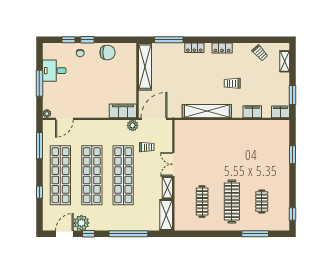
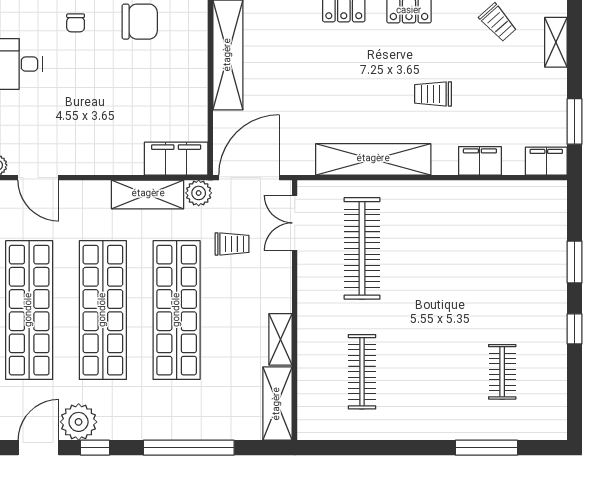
door: (64, 119) -> (38, 178), hinge flipped
shelving: (111, 126) -> (148, 194), added
double door: (173, 164) -> (295, 223), moved
clothes rail: (232, 202) -> (362, 248), moved
window: (293, 214) -> (575, 329), moved

